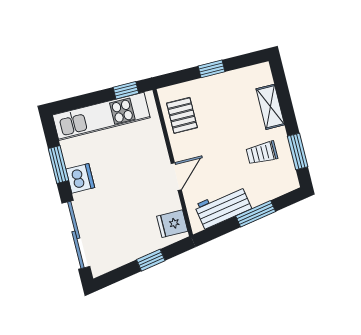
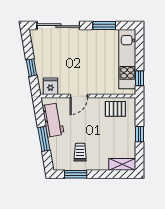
shelving: (270, 107) -> (122, 164), moved
door: (176, 177) -> (79, 96), hinge flipped
dishwasher: (80, 178) -> (92, 37), removed

